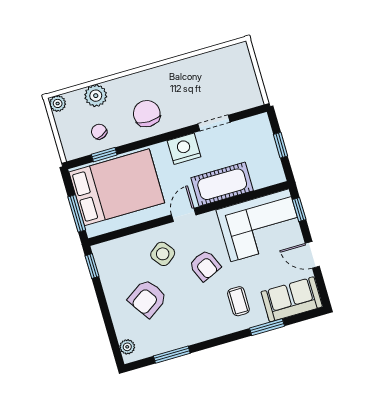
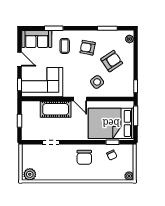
plant: (96, 96) -> (30, 174), moved
nightstand: (184, 149) -> (70, 133), removed
door: (184, 215) -> (80, 99), hinge flipped
armchair: (205, 266) -> (88, 48), moved, turned -55

